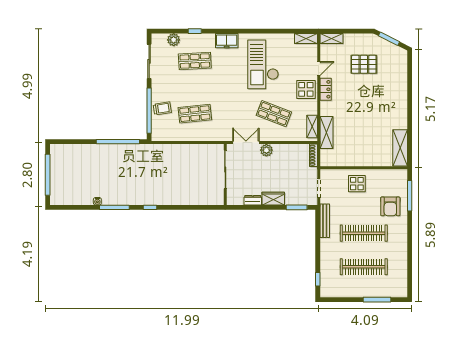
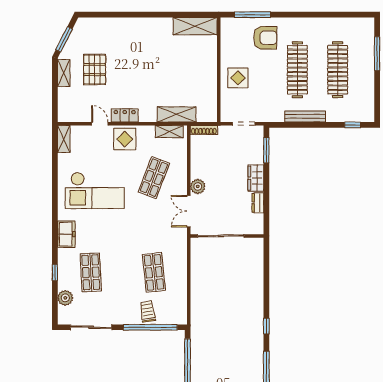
shelving: (331, 39) -> (64, 73), moved
bench: (325, 221) -> (305, 116), moved

